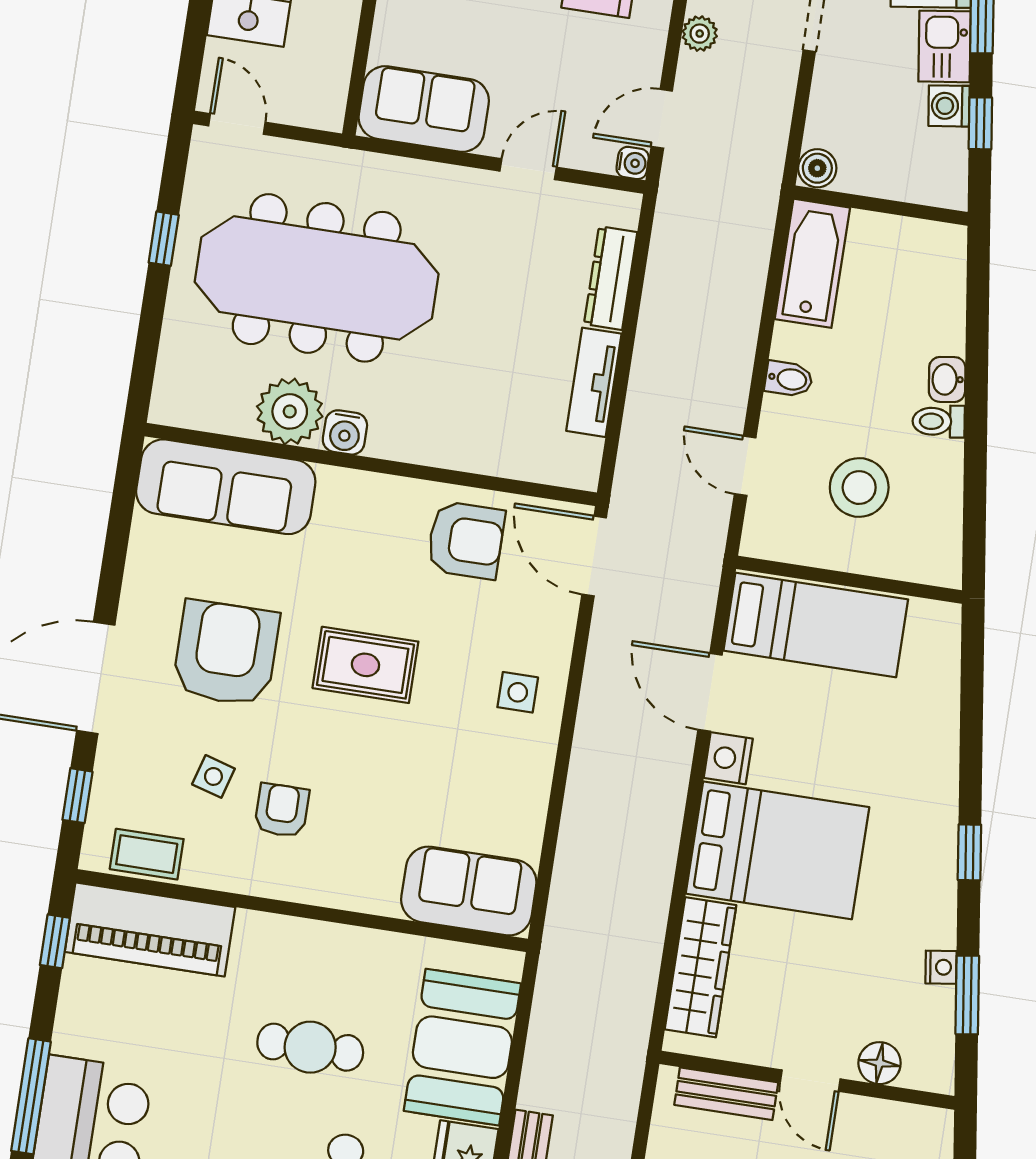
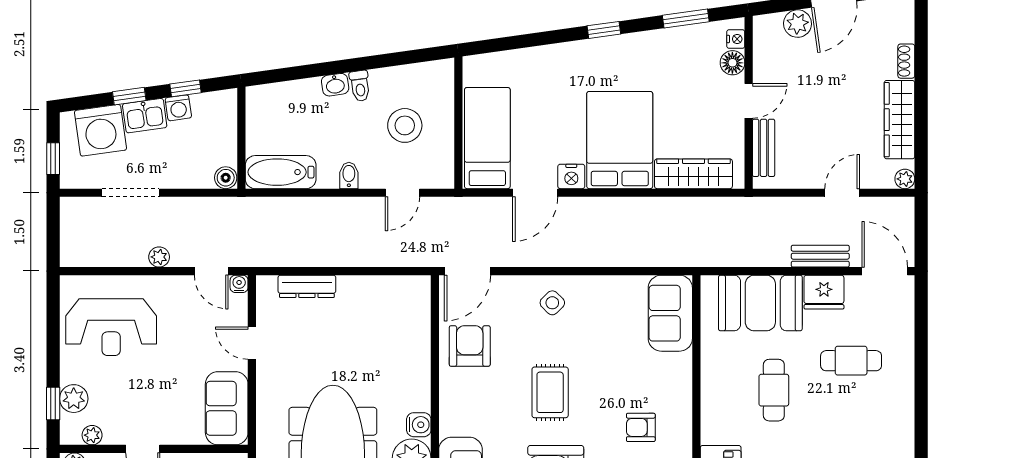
tv unit: (594, 382) -> (368, 287), removed
side table: (518, 692) -> (552, 303), turned 45
nightstand: (941, 967) -> (736, 39), moved, turned 98

